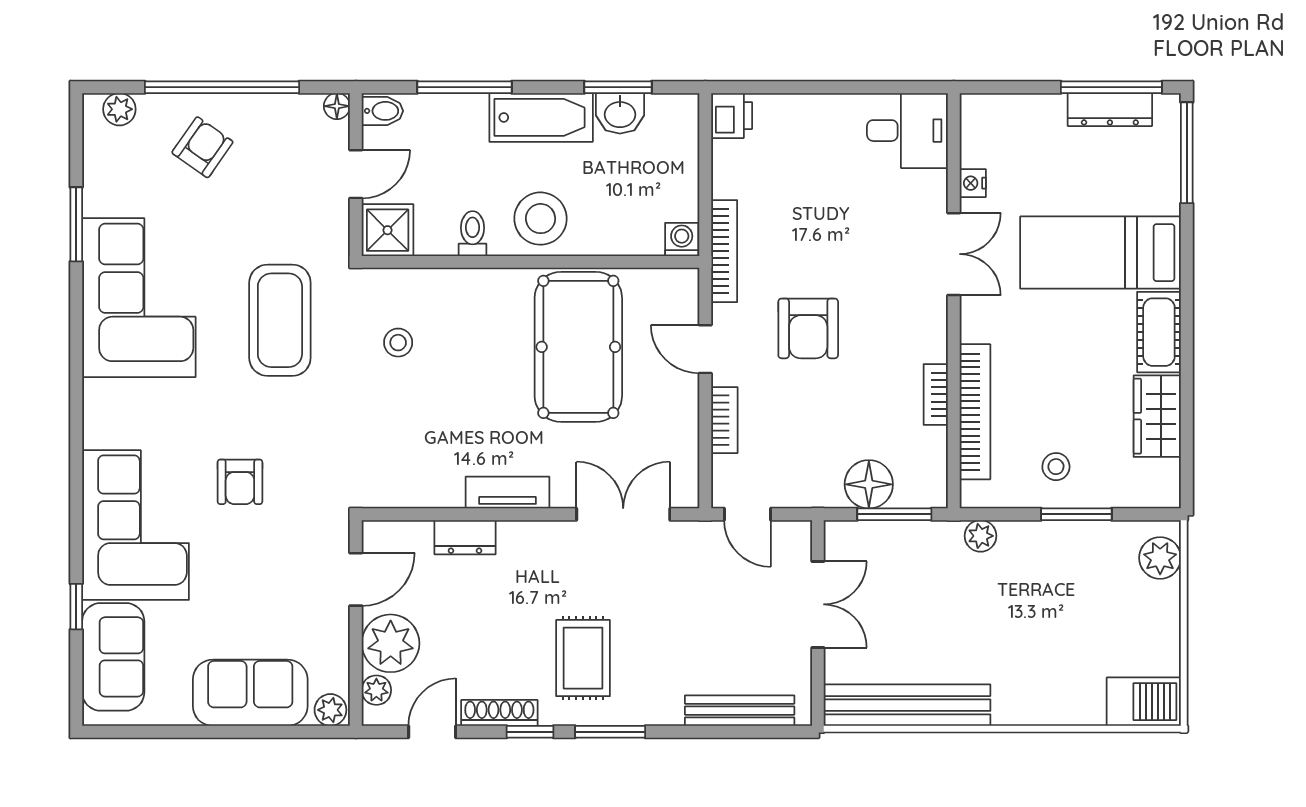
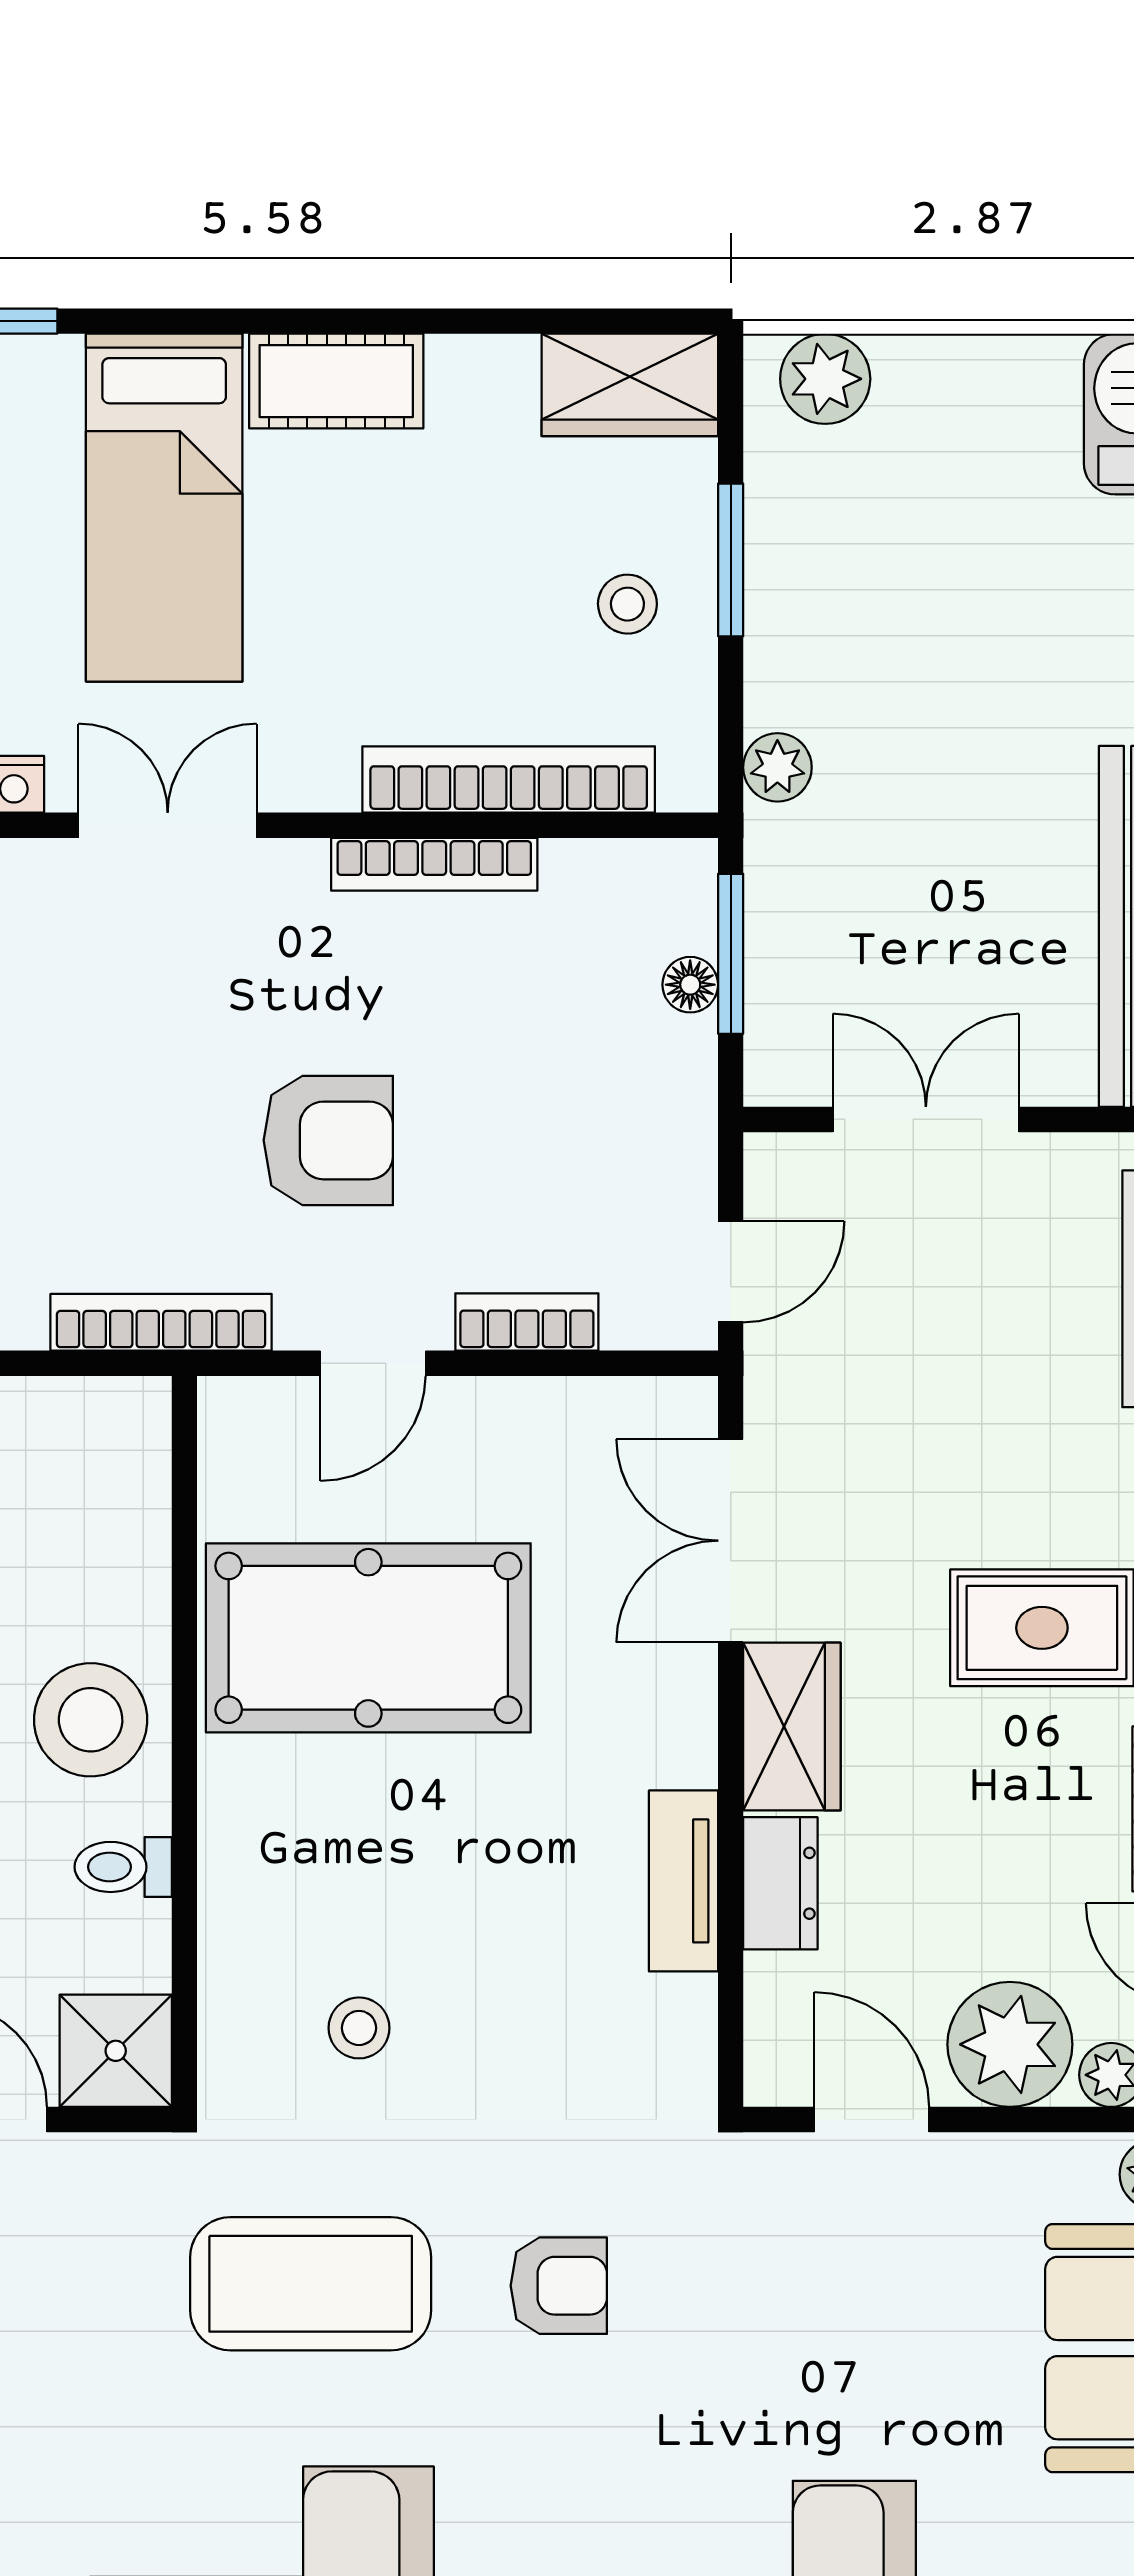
washing machine: (682, 239) -> (136, 1414), removed
bookcase: (936, 394) -> (434, 864), width x1.56
wardrobe: (1157, 416) -> (630, 385), moved
armchair: (240, 482) -> (559, 2286), moved
floor lamp: (869, 484) -> (690, 985), width x0.53, depth x0.53
tv unit: (508, 492) -> (683, 1881), moved
wardrobe: (537, 543) -> (792, 1727), added

